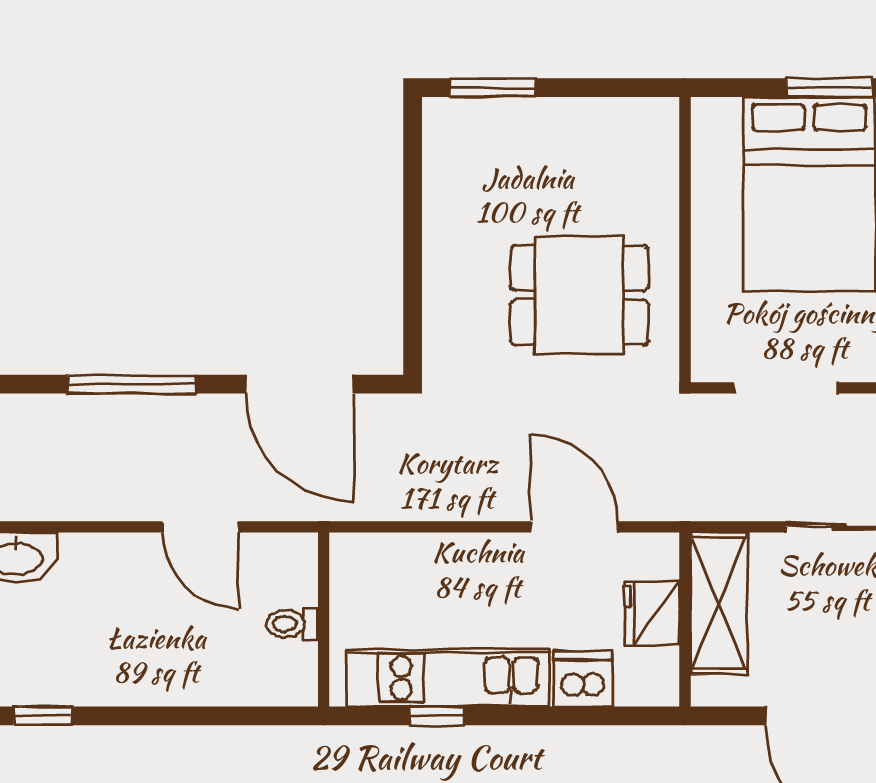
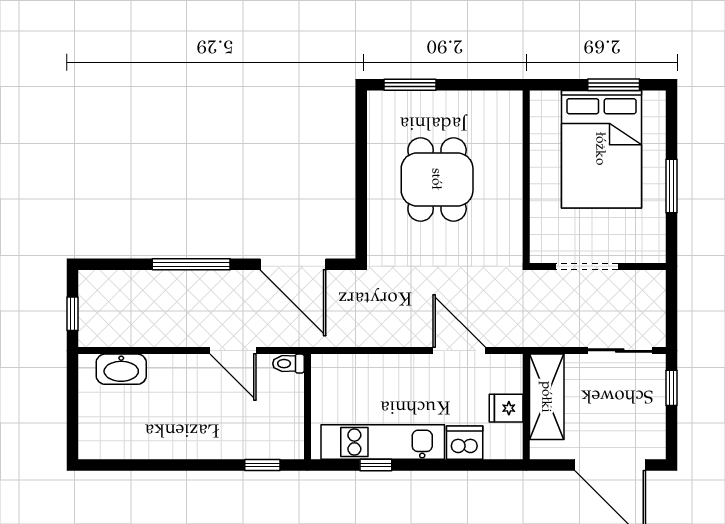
dining table: (579, 295) -> (437, 179), moved, turned 90
fridge: (652, 613) -> (506, 408), width x0.72
toilet: (292, 624) -> (288, 364), moved
window: (43, 716) -> (262, 465), moved

